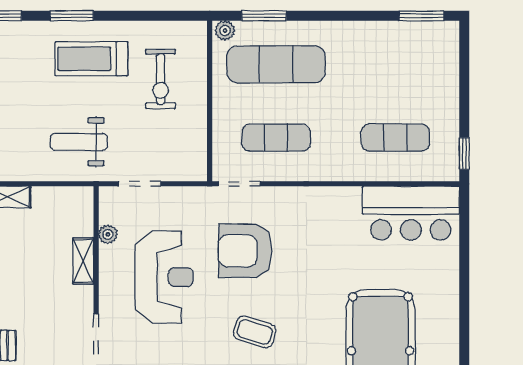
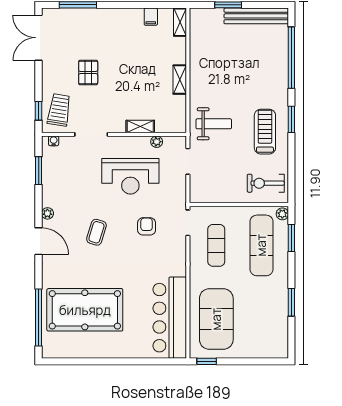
window: (421, 16) -> (291, 302), moved
exercise bike: (161, 79) -> (266, 183), moved
exercise mat: (395, 138) -> (216, 319), width x2.00, depth x1.45
weight bench: (79, 142) -> (214, 124), turned 90
bar counter: (411, 213) -> (170, 318), width x1.36
armchair: (245, 251) -> (147, 226), width x0.53, depth x0.53

